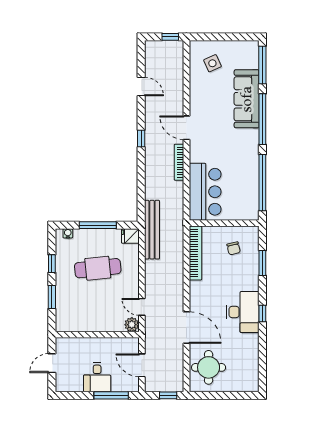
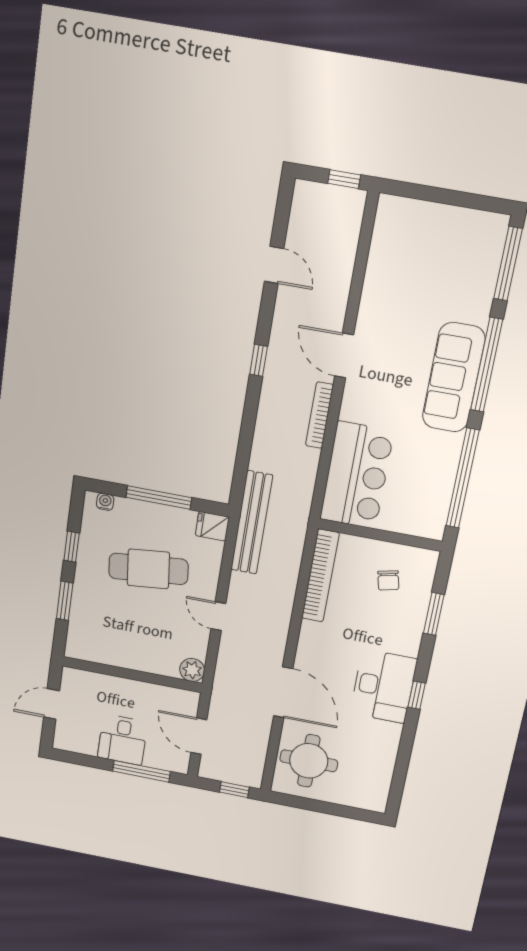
side table: (212, 63) -> (414, 244), removed
sofa: (247, 99) -> (454, 378), moved
door: (142, 307) -> (218, 616), moved

